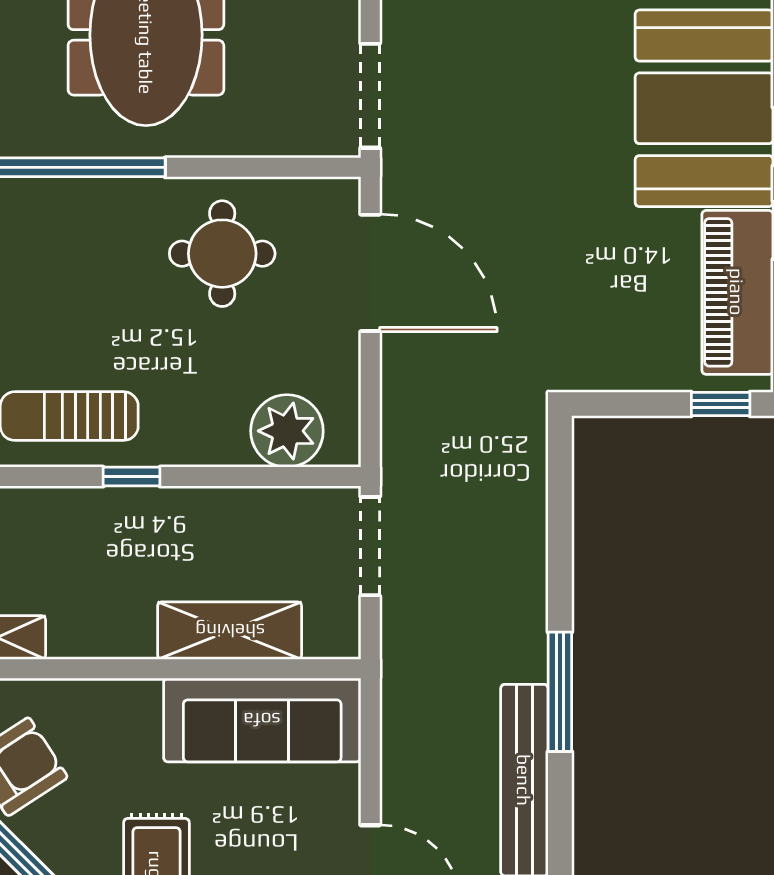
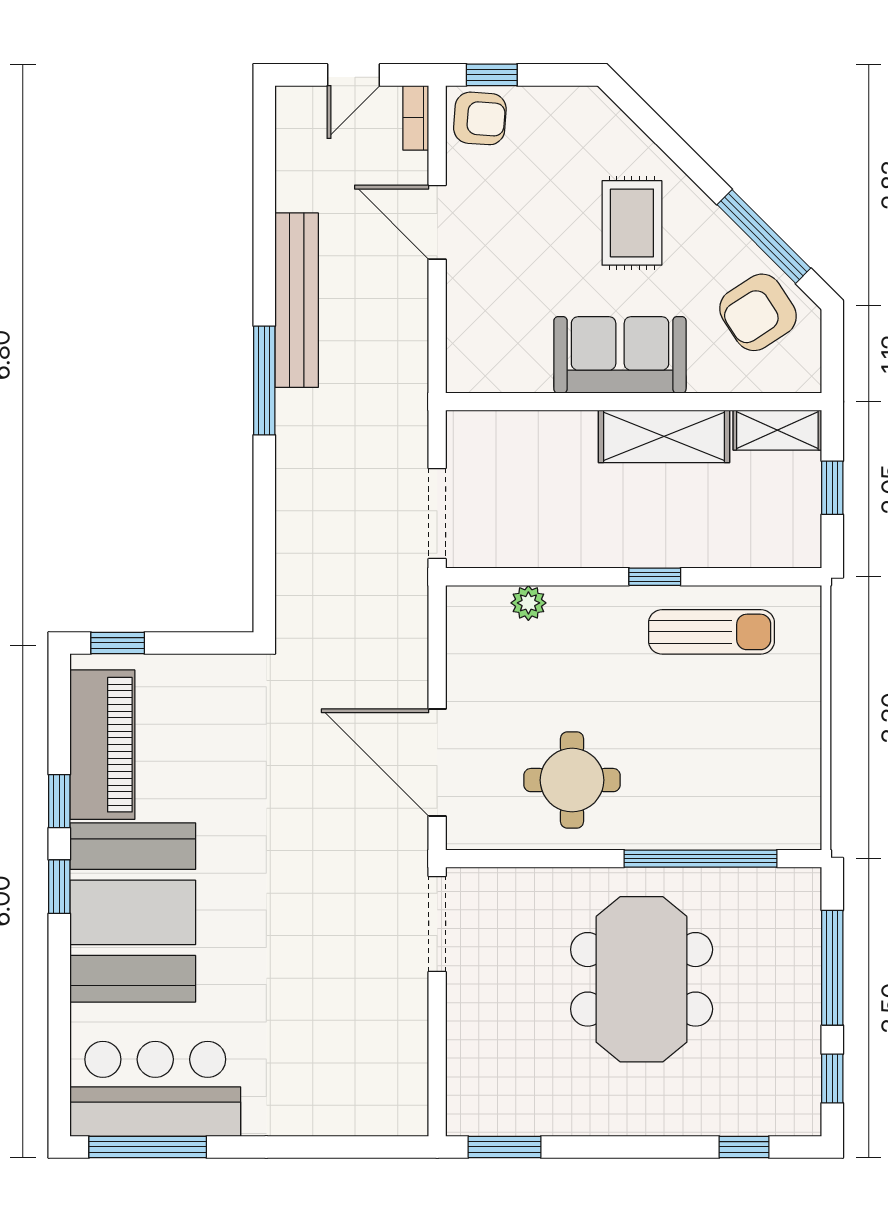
plant: (287, 431) -> (528, 603), width x0.53, depth x0.53
shelving: (230, 631) -> (664, 436), moved
sofa: (262, 720) -> (620, 355), moved, width x0.73

